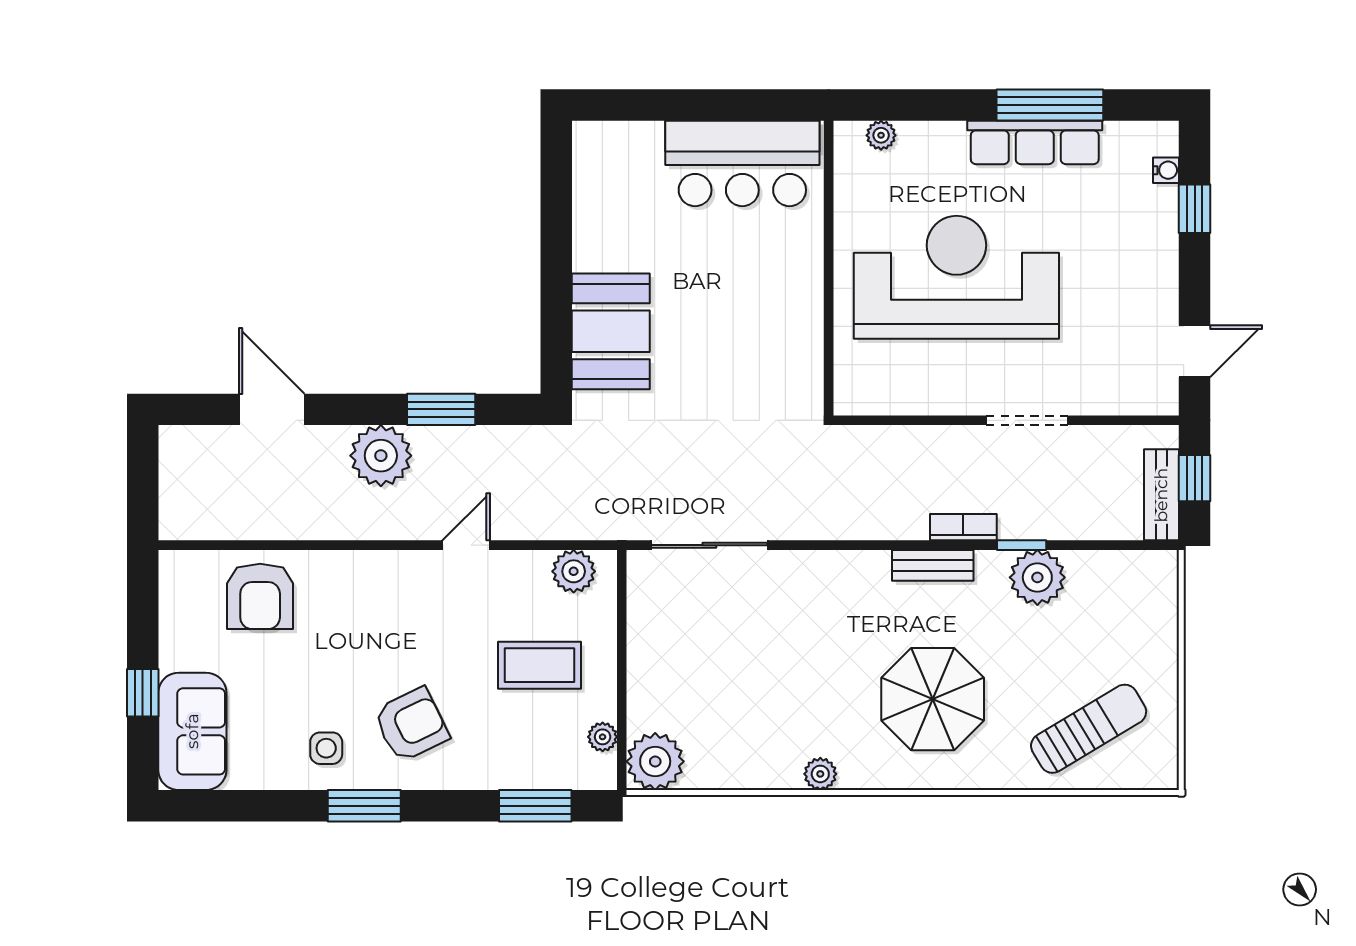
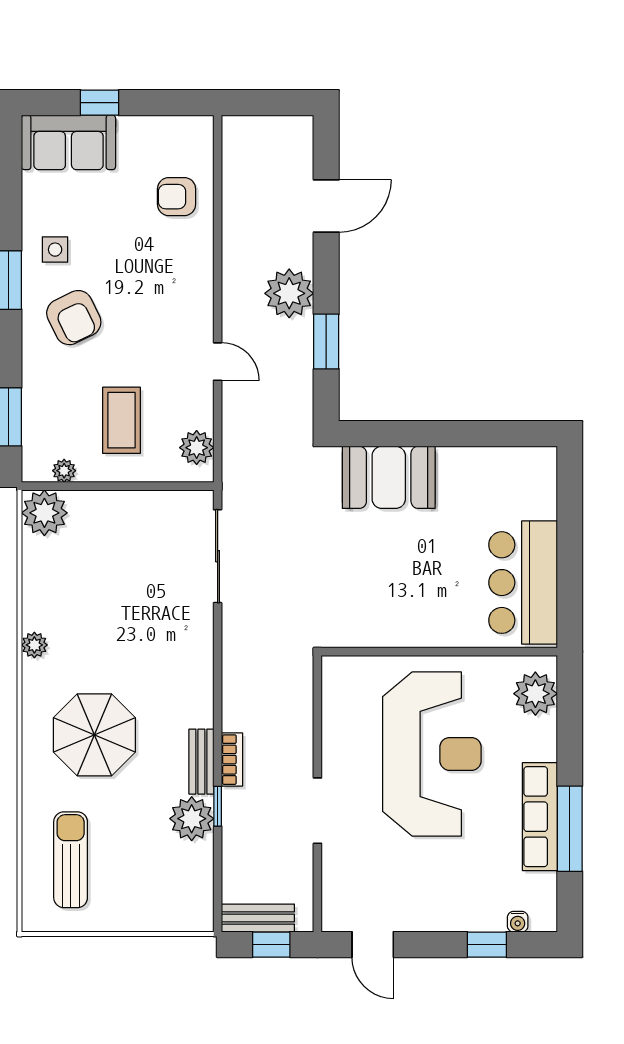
plant: (881, 135) -> (535, 694), width x1.87, depth x1.87
bench: (933, 565) -> (201, 762), moved
armchair: (260, 596) -> (177, 197), width x0.72, depth x0.72
sun lounger: (1089, 729) -> (71, 860), turned -149

